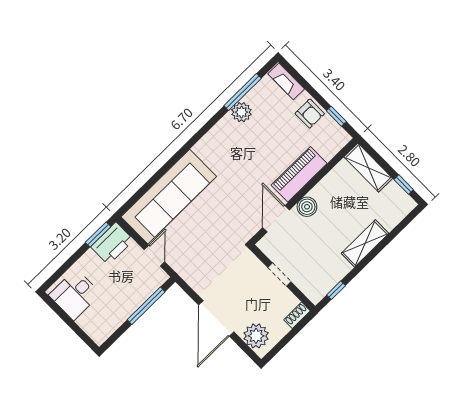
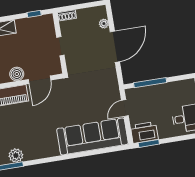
plant: (256, 336) -> (104, 24), width x0.53, depth x0.53

